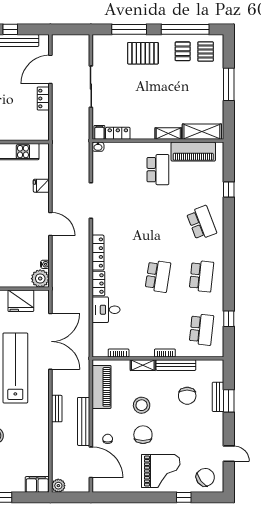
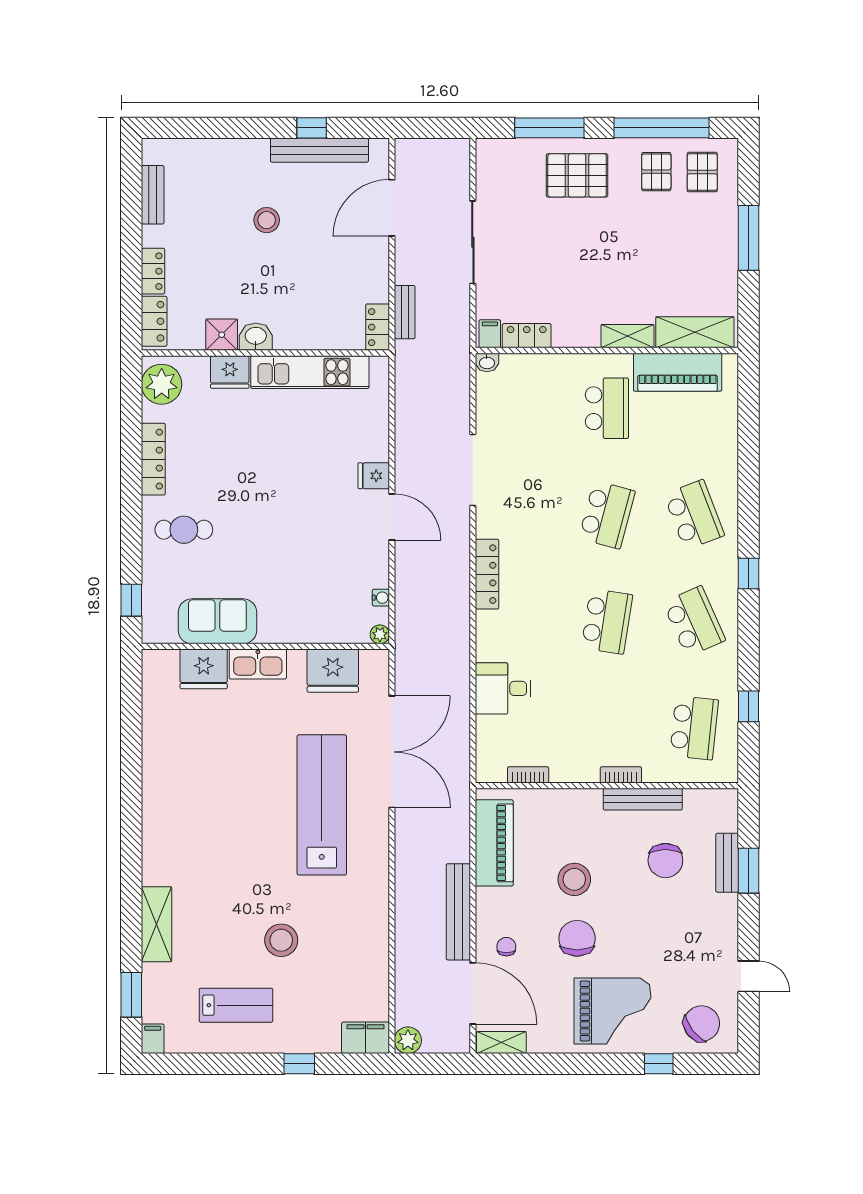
locker: (43, 98) -> (378, 327), moved
fridge: (41, 186) -> (374, 476), moved
window: (229, 189) -> (749, 574), moved
school desk: (158, 223) -> (607, 515), added
school desk: (201, 276) -> (694, 621), turned -30
plant: (40, 279) -> (380, 634), width x0.53, depth x0.53
locker: (98, 283) -> (488, 636), removed
shelving: (143, 365) -> (501, 1043), moved
bench: (57, 409) -> (405, 312), moved

